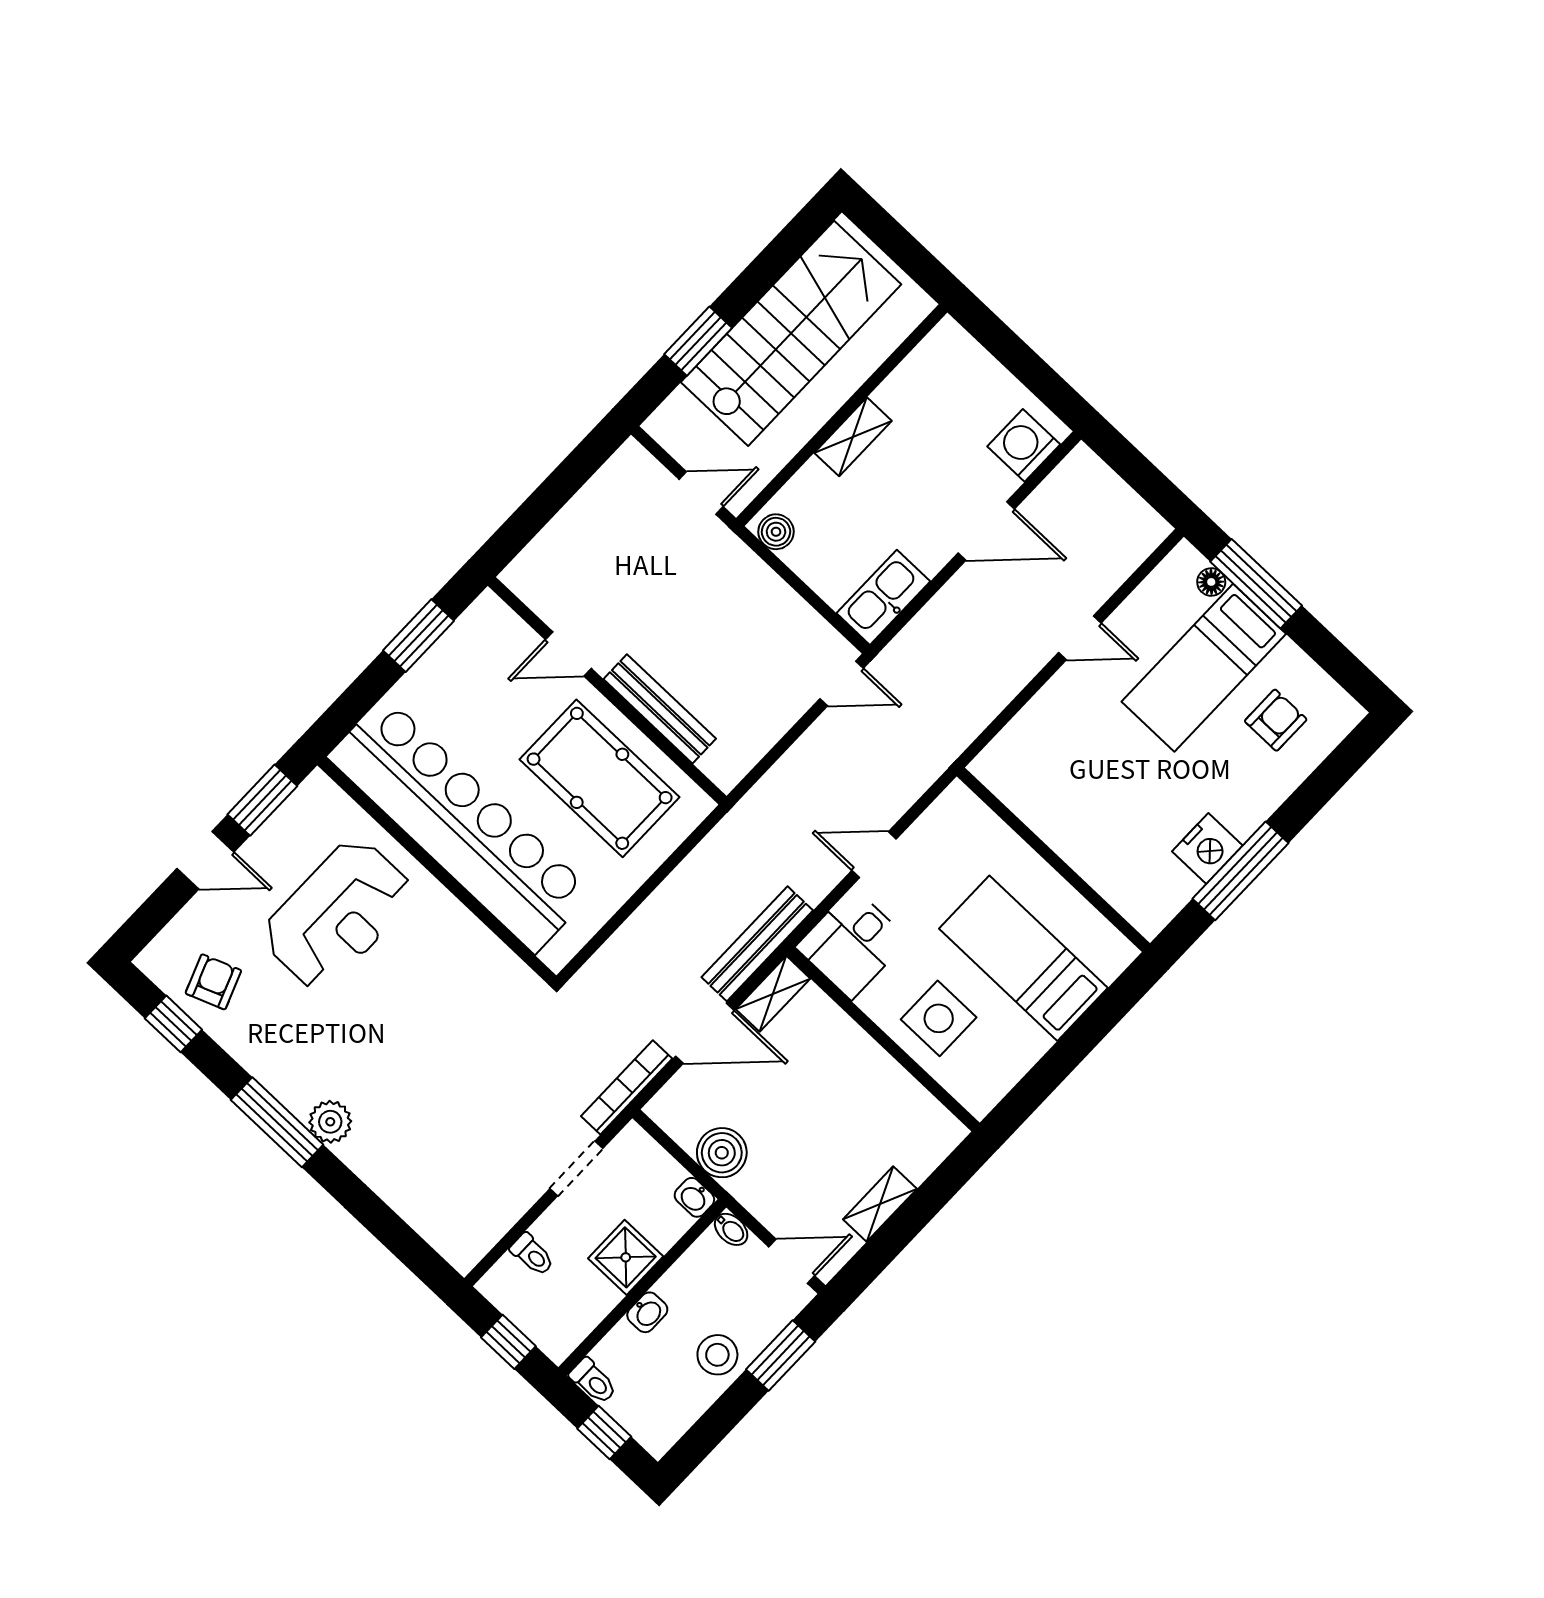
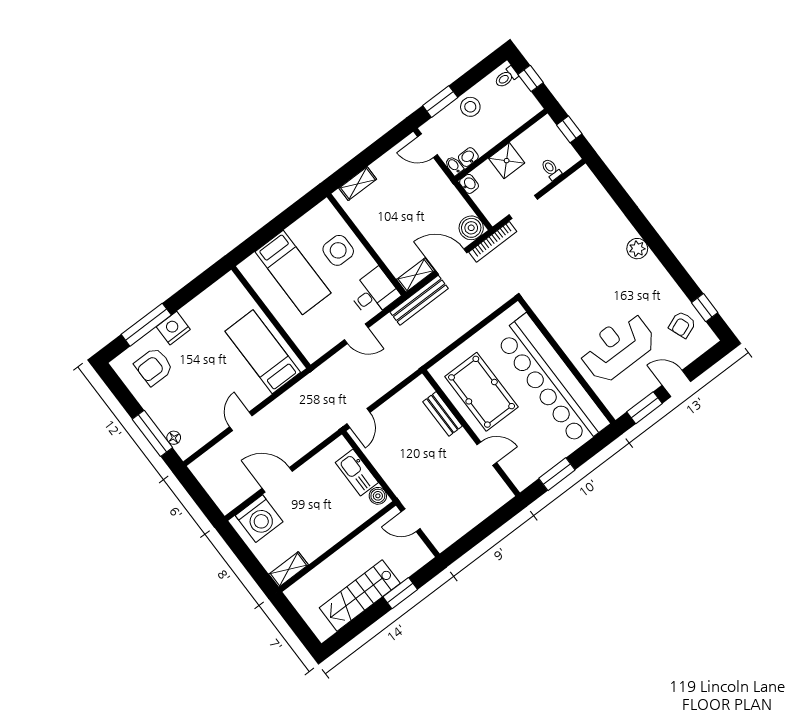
stairs: (791, 333) -> (360, 596), width x0.73, depth x0.66
shelving: (853, 437) -> (288, 569), moved
washing machine: (1024, 445) -> (259, 519), width x1.37, depth x1.37
kitchen sink: (883, 597) -> (357, 473), moved, turned 90
door: (1080, 638) -> (241, 421), hinge flipped
bed: (1204, 668) -> (263, 352), moved, turned -90
door: (842, 683) -> (358, 418), swing flipped
bench: (660, 709) -> (443, 414), width x0.73
armchair: (1276, 720) -> (154, 367), width x1.38, depth x1.38
nightstand: (1207, 848) -> (173, 328), moved
window: (1240, 871) -> (146, 325), moved
window: (277, 1122) -> (663, 253), removed
boiler: (722, 1153) -> (471, 228), moved
shelving: (880, 1204) -> (358, 184), moved
washbasin: (647, 1312) -> (468, 157), moved
toilet: (593, 1381) -> (506, 77), moved, turned -90

